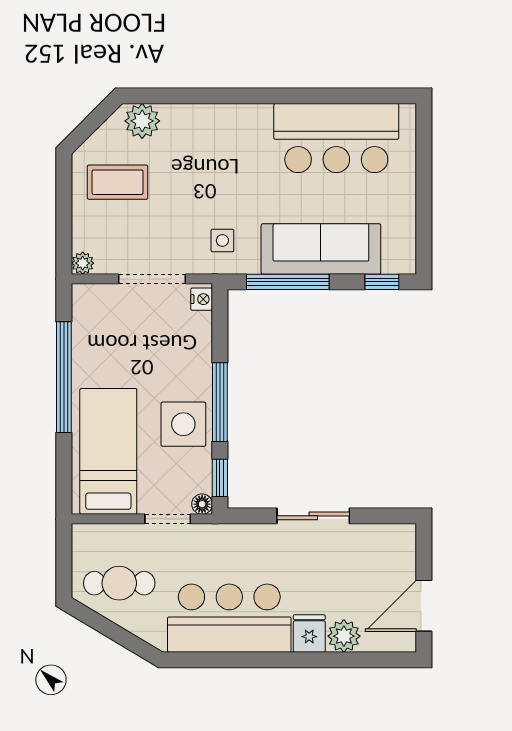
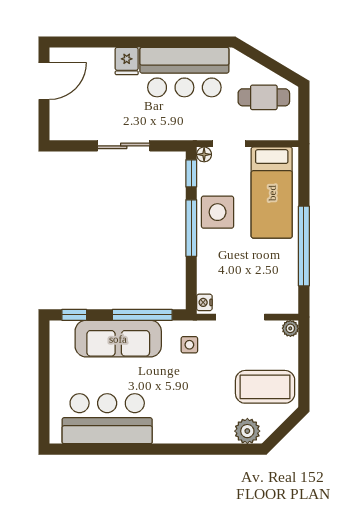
coffee table: (118, 182) -> (265, 387), width x1.36, depth x1.32
plant: (344, 636) -> (102, 59), removed

